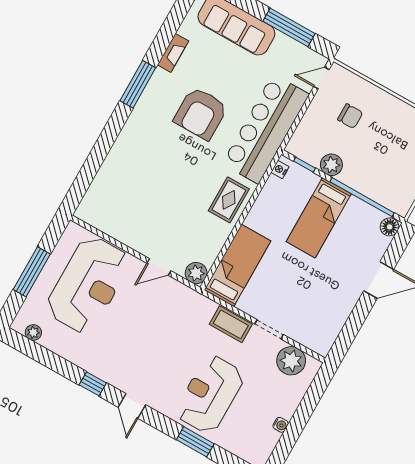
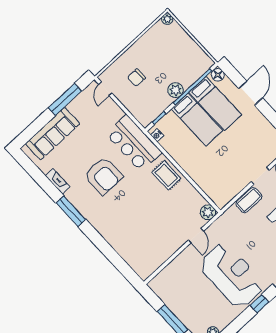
chair: (350, 116) -> (136, 78), turned 180
bar counter: (266, 129) -> (134, 143), width x0.73
plant: (331, 165) -> (175, 90), moved
bed: (237, 265) -> (215, 104), moved, turned 180
reception desk: (88, 285) -> (232, 275), moved

